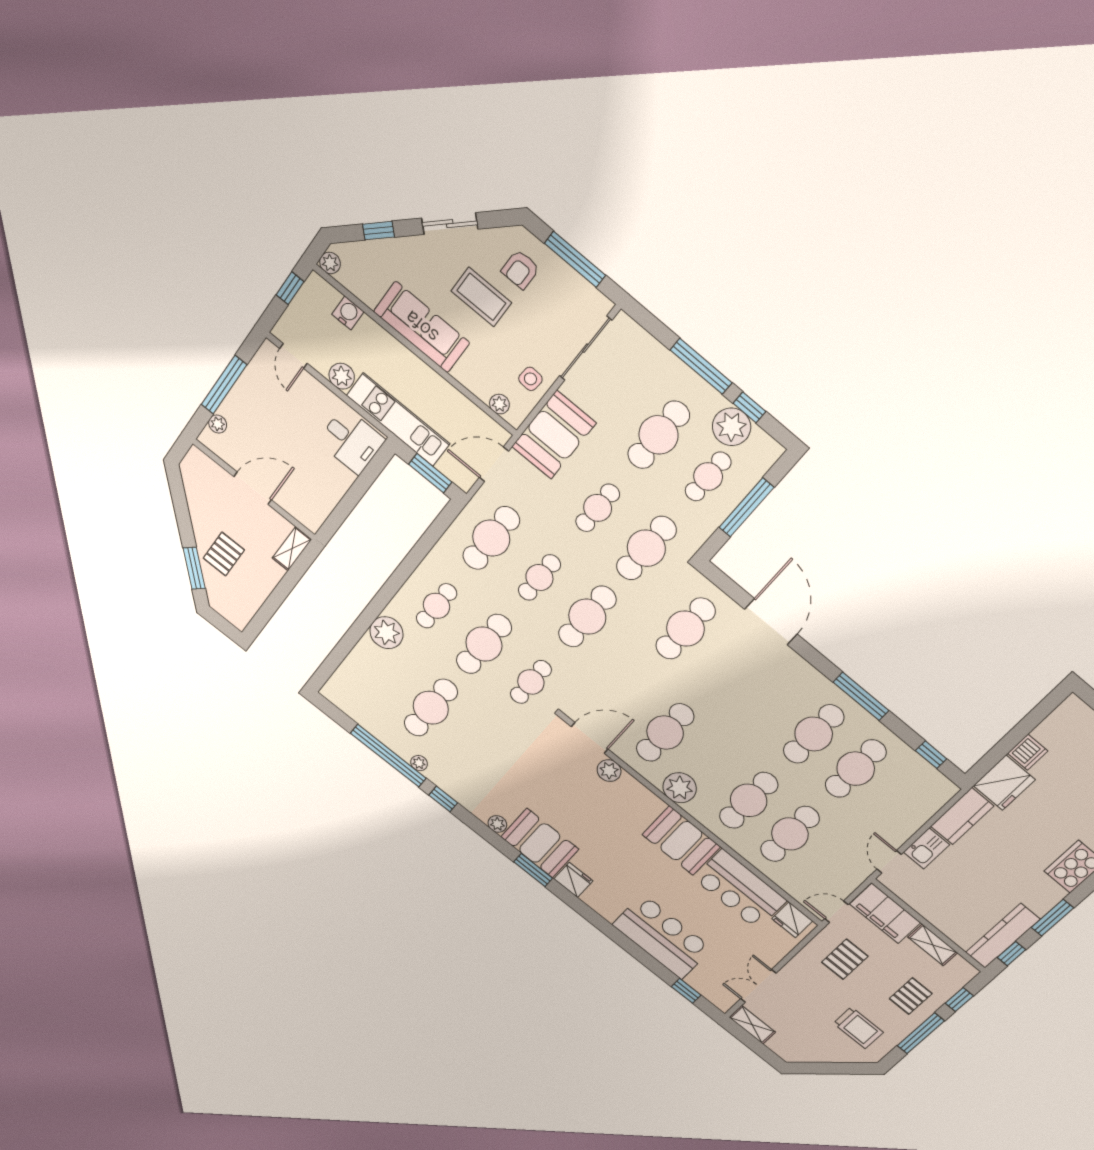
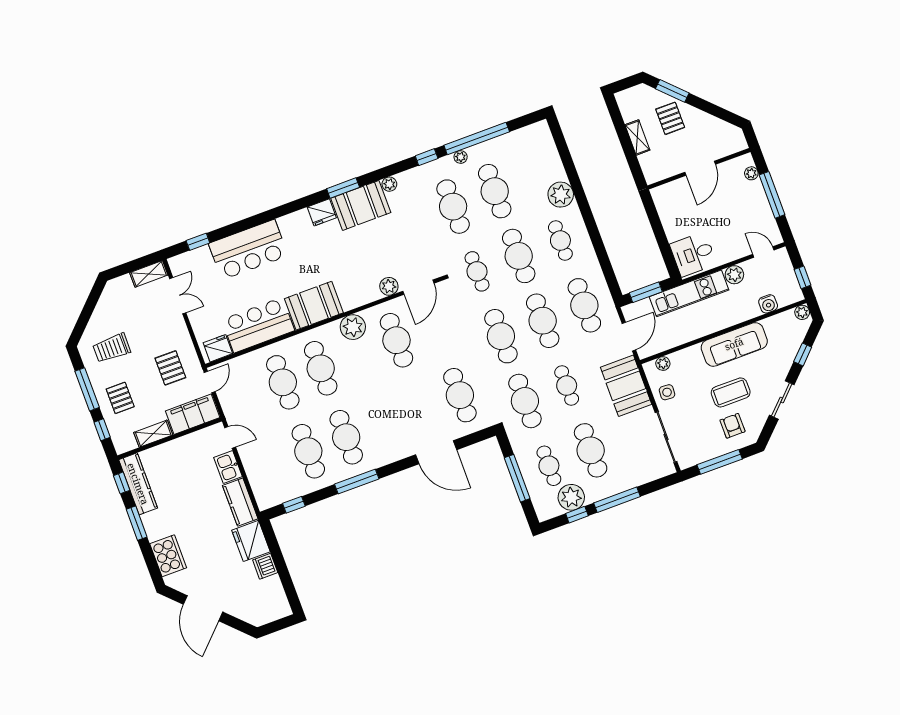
shelving: (292, 549) -> (637, 137), moved
cafe table: (539, 578) -> (543, 321), width x1.37, depth x1.35
cafe table: (477, 744) -> (453, 207), added

